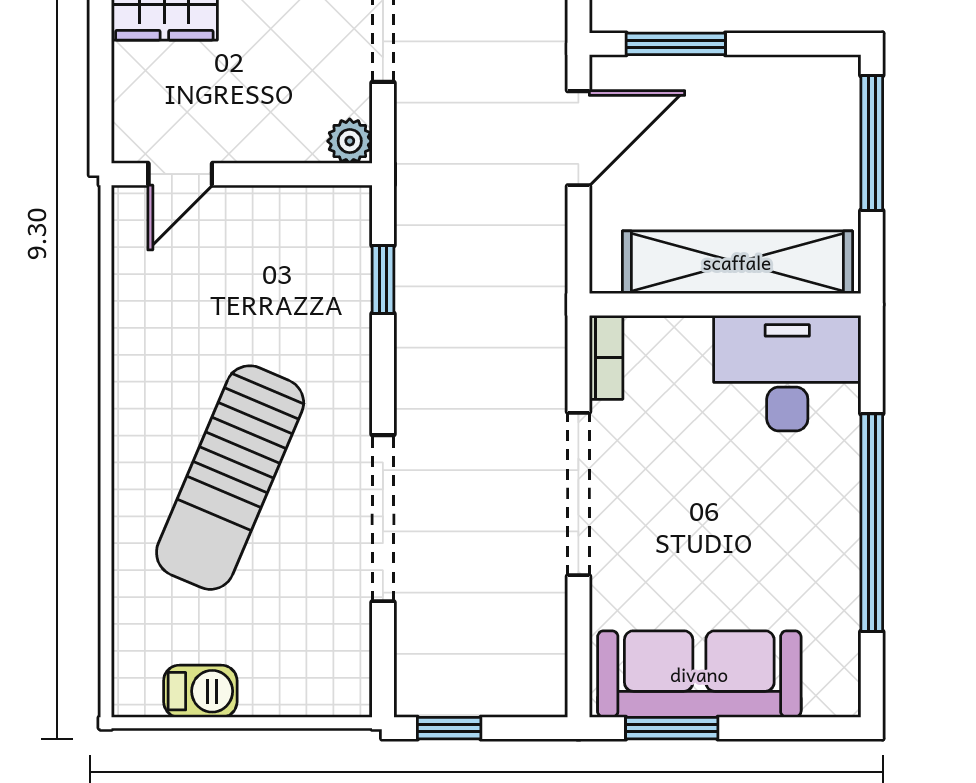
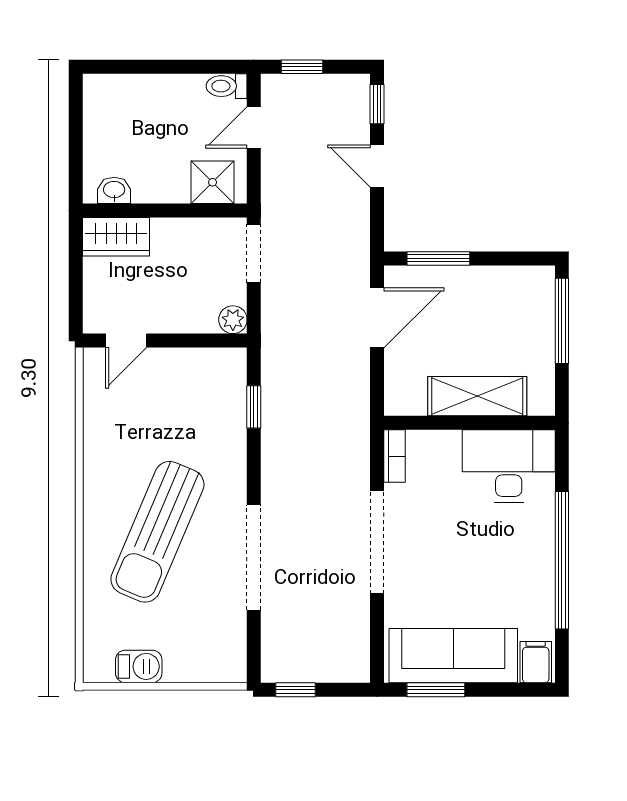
shelving: (737, 262) -> (477, 396), width x0.68
filing cabinet: (830, 684) -> (536, 662), added

